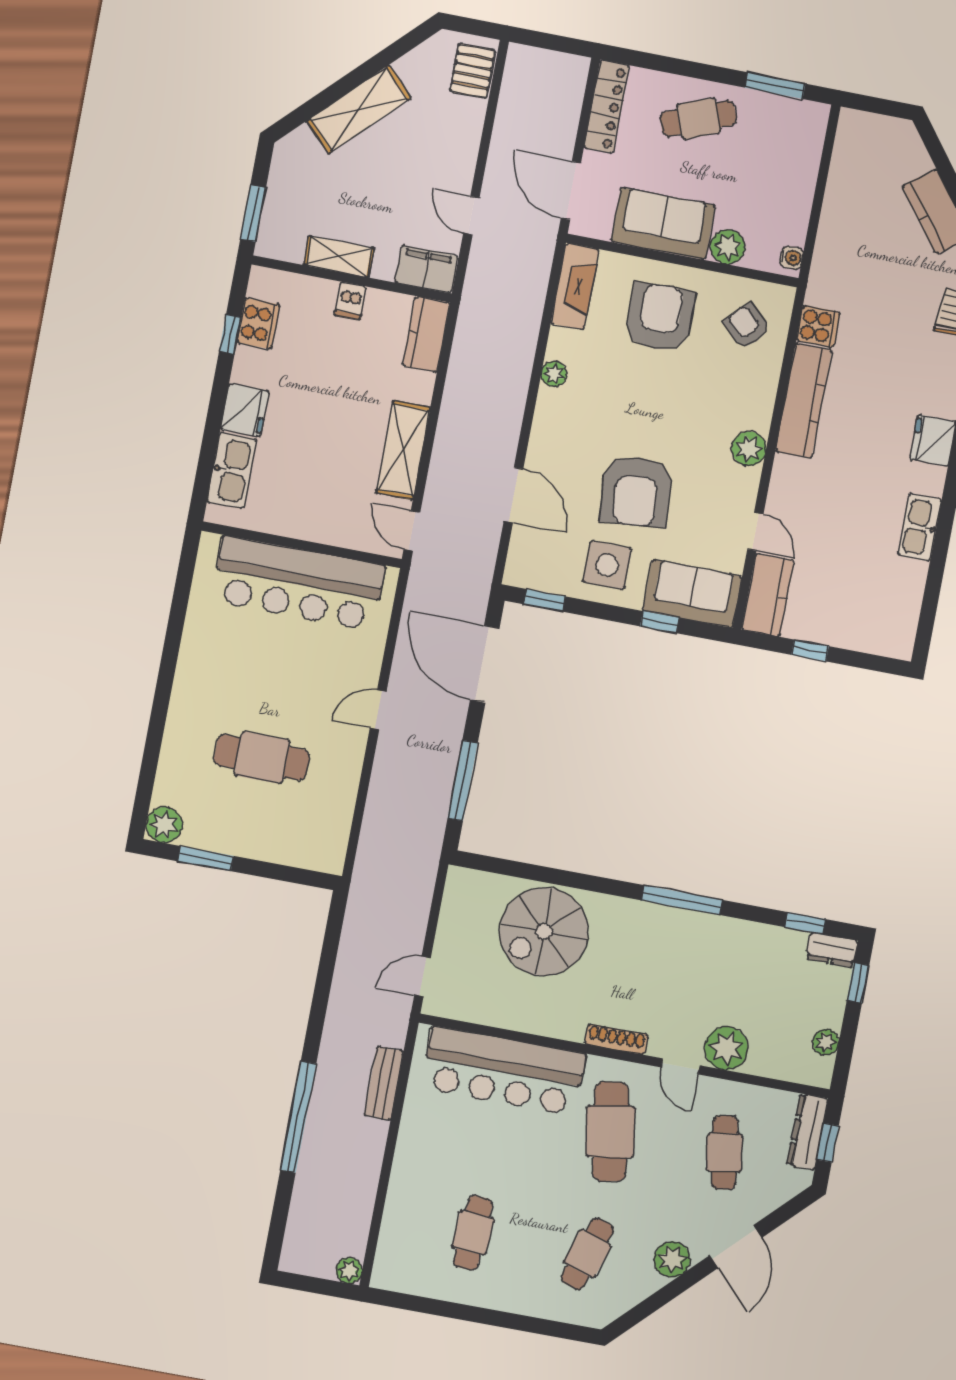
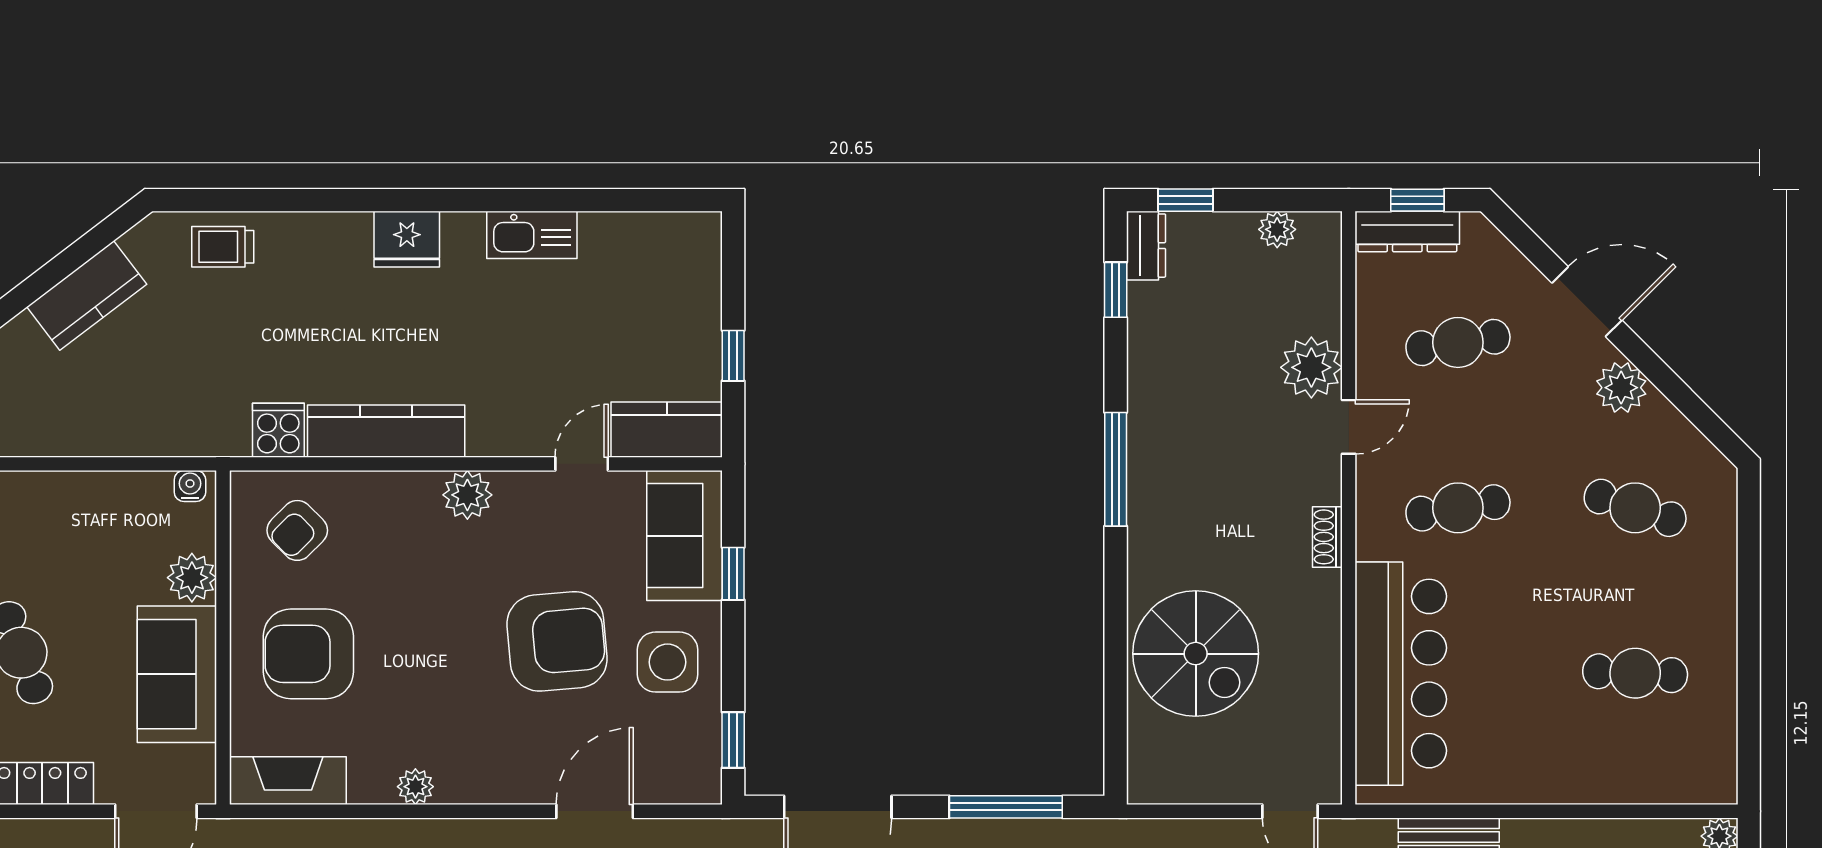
shoe rack: (616, 1039) -> (1327, 537), width x0.70
cafe table: (610, 1132) -> (1458, 508), width x0.73, depth x0.74

